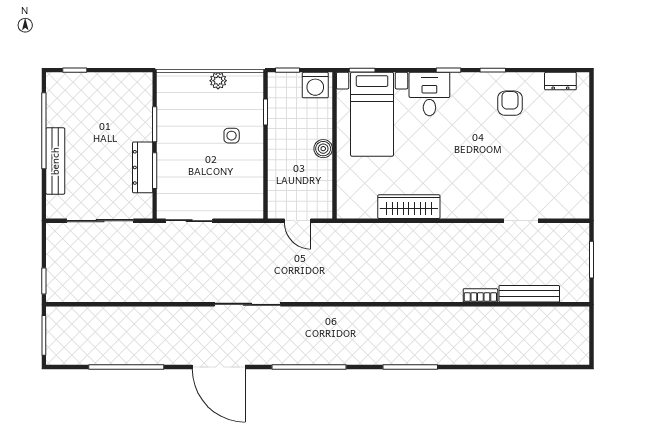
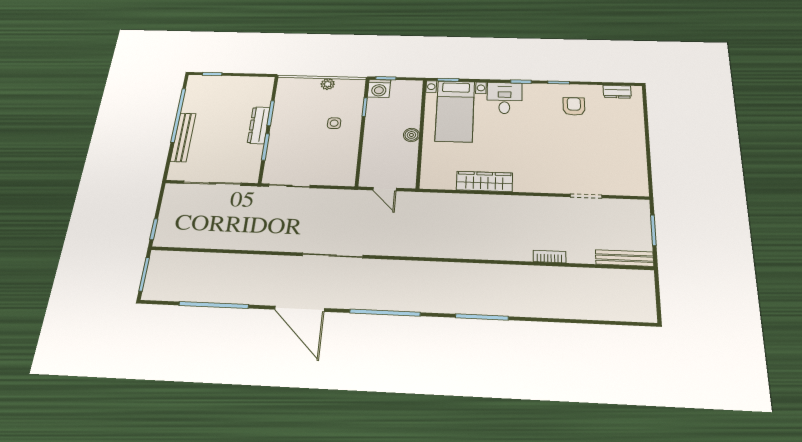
washing machine: (315, 85) -> (379, 88), moved
dresser: (143, 167) -> (259, 125), moved
bench: (529, 294) -> (624, 258), moved

